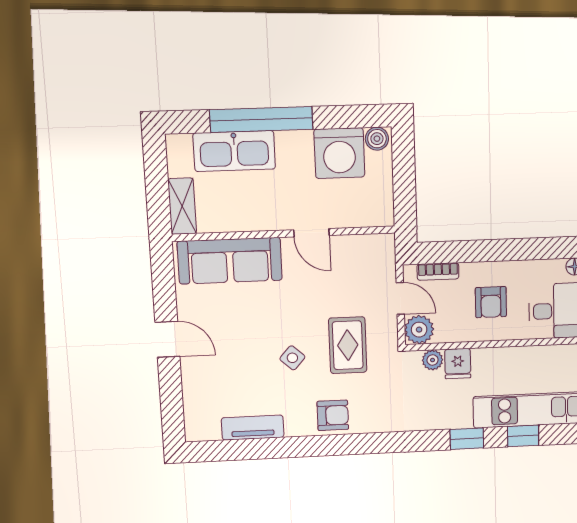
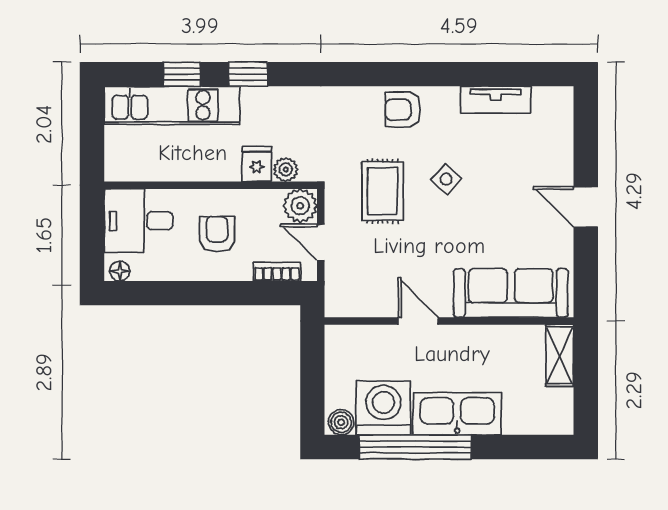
window: (261, 119) -> (415, 447), moved
kitchen sink: (234, 151) -> (457, 414), moved

